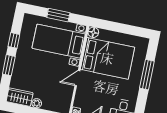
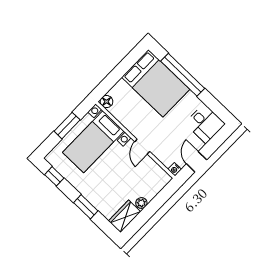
window: (14, 40) -> (54, 176), moved
bed: (107, 58) -> (156, 83), moved, turned 90
window: (147, 75) -> (183, 75), width x1.46

